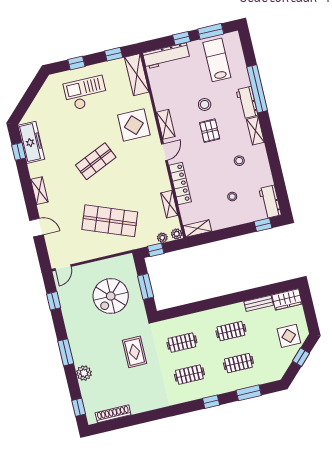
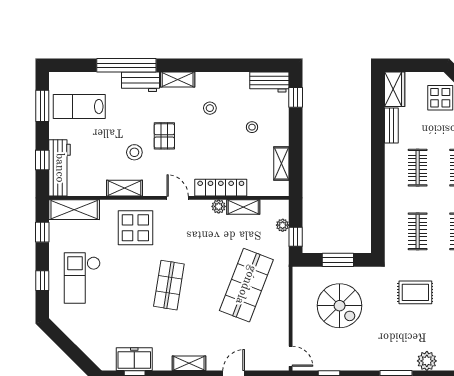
window: (182, 38) -> (42, 160), moved
stool: (205, 104) -> (134, 152), moved
shelving: (166, 124) -> (124, 188), moved
pallet: (210, 131) -> (164, 136), turned 90
freezer: (31, 142) -> (134, 359), width x0.71
shop shelf: (96, 161) -> (169, 285), turned 33
shelving: (197, 229) -> (281, 163), moved
plant: (177, 234) -> (219, 206), moved

